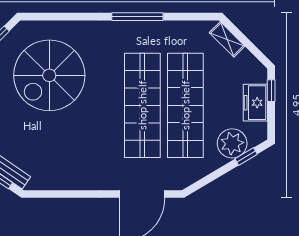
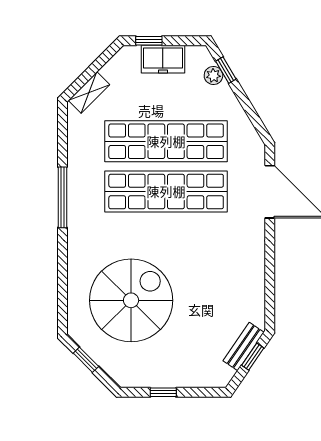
spiral stairs: (49, 75) -> (131, 300), turned -90
plant: (232, 143) -> (213, 75), width x0.53, depth x0.53

